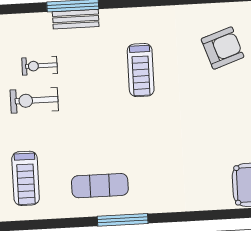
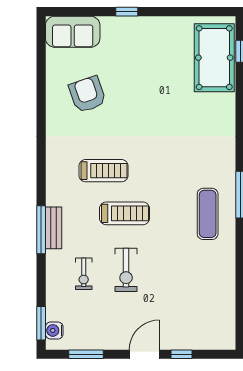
exercise bike: (40, 66) -> (84, 274), moved
treadmill: (26, 178) -> (125, 213), moved

